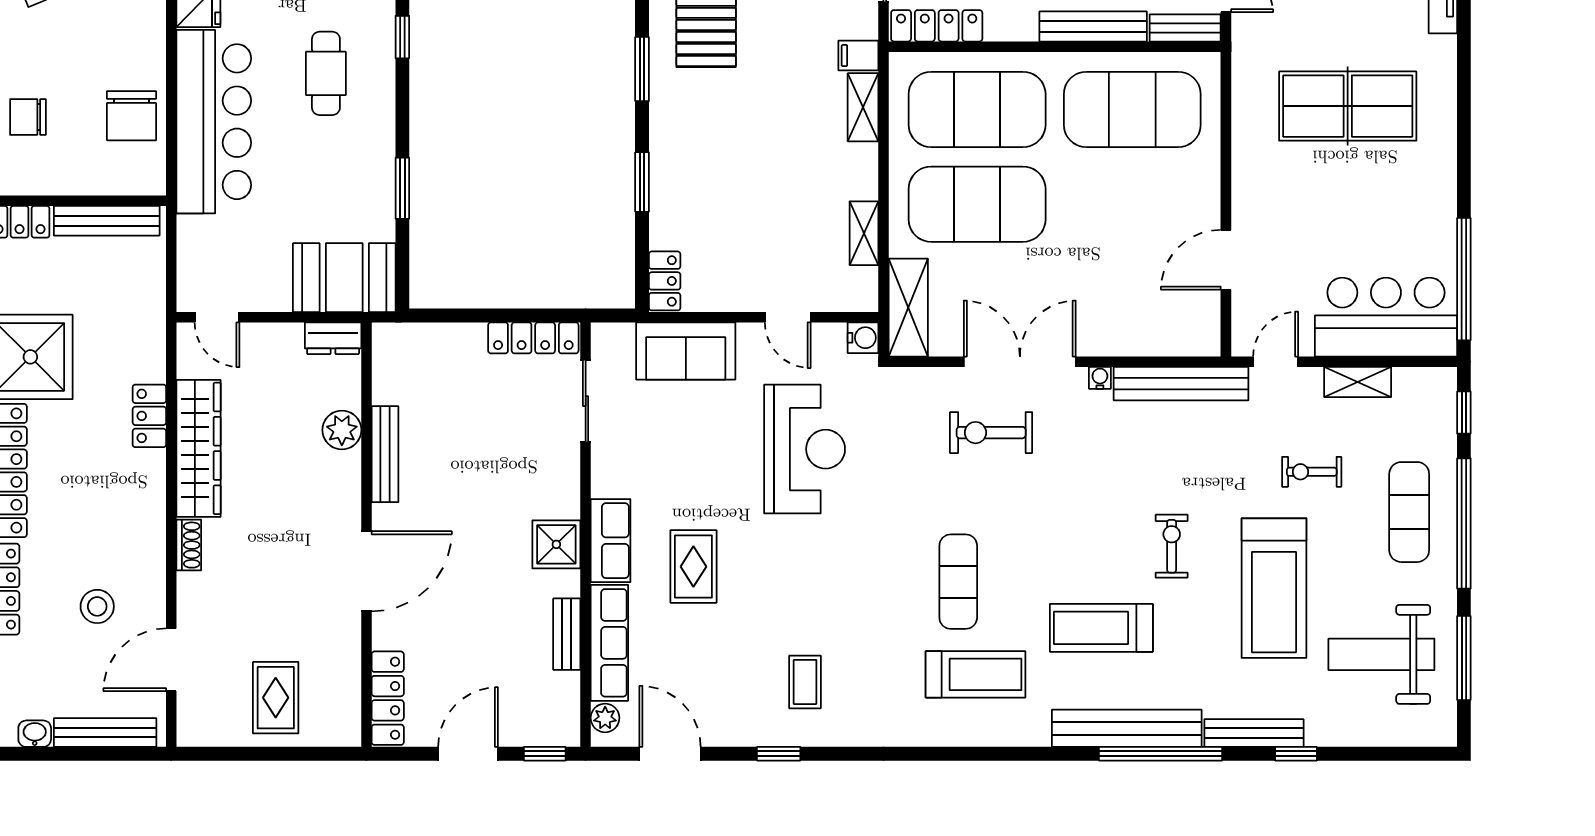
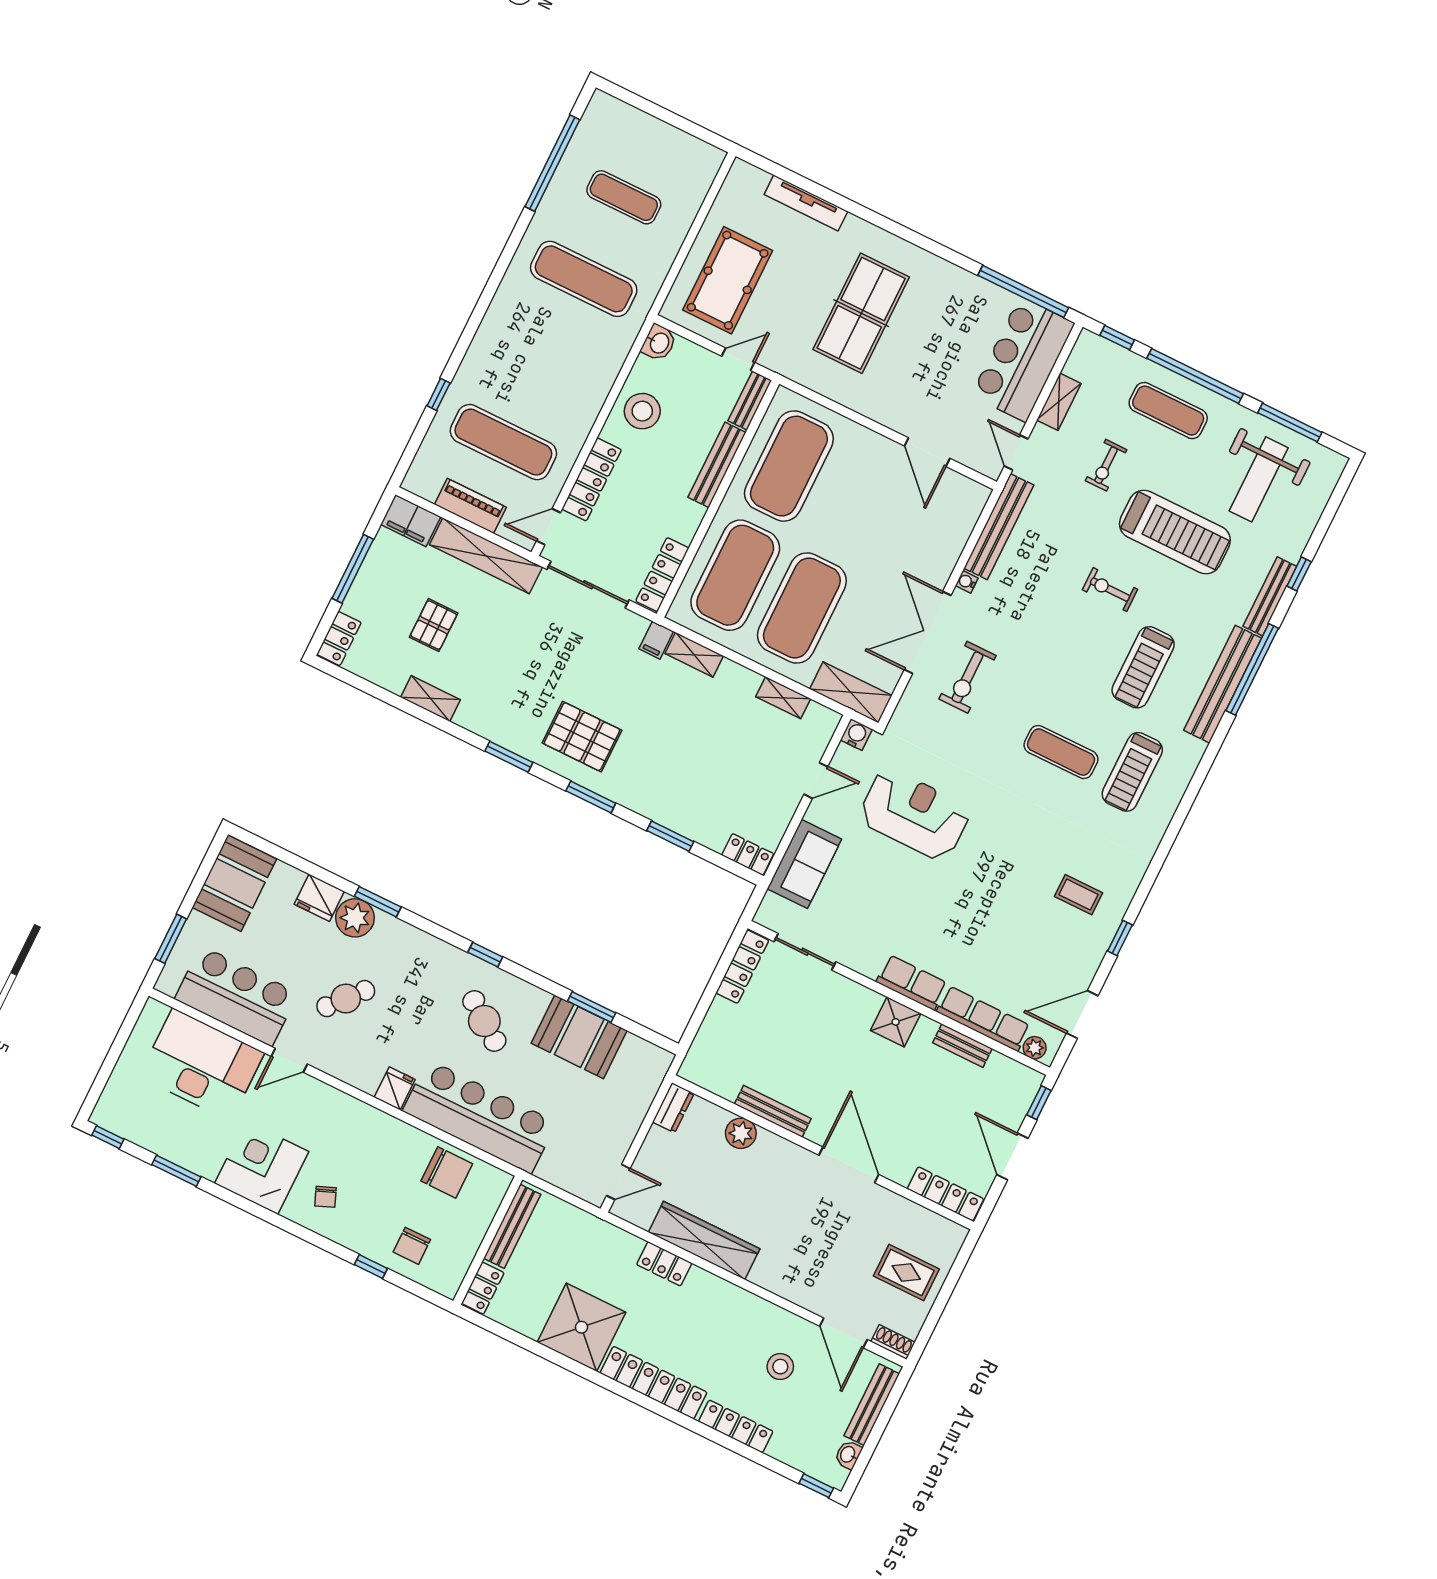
cafe table: (326, 73) -> (484, 1021), turned 36
booth: (344, 278) -> (579, 1037), moved, turned 90
shoe rack: (189, 545) -> (893, 1342), moved
rug: (693, 567) -> (959, 933), removed
treadmill: (976, 674) -> (1132, 772), turned 180

